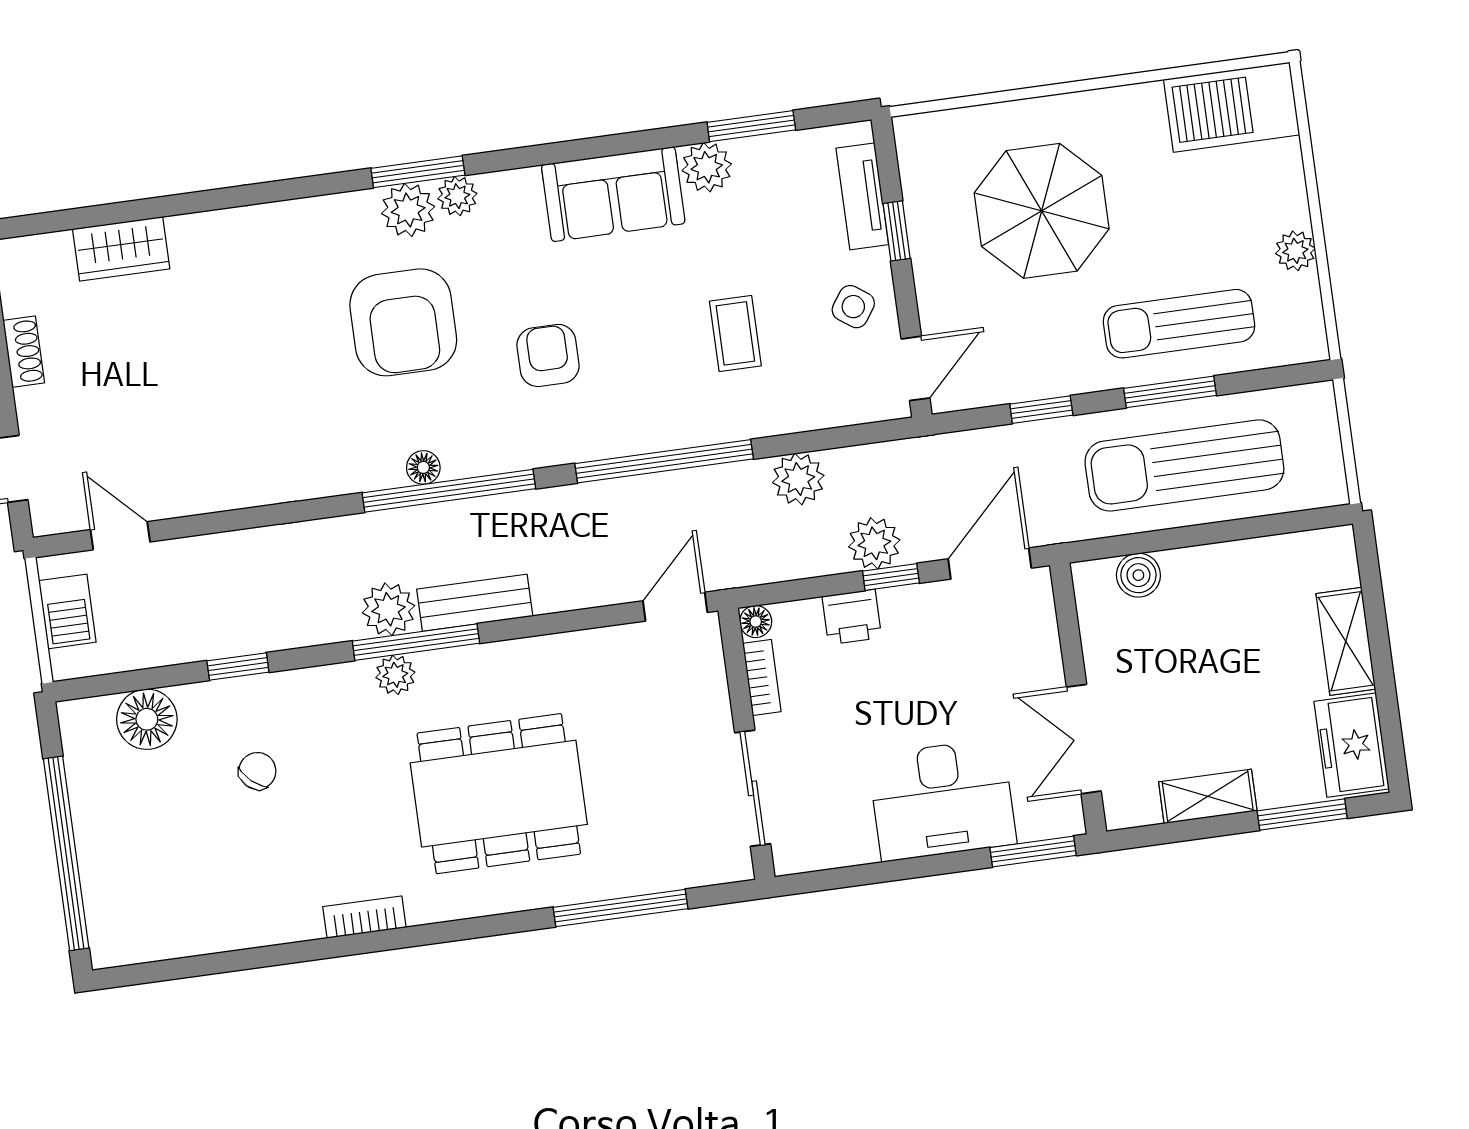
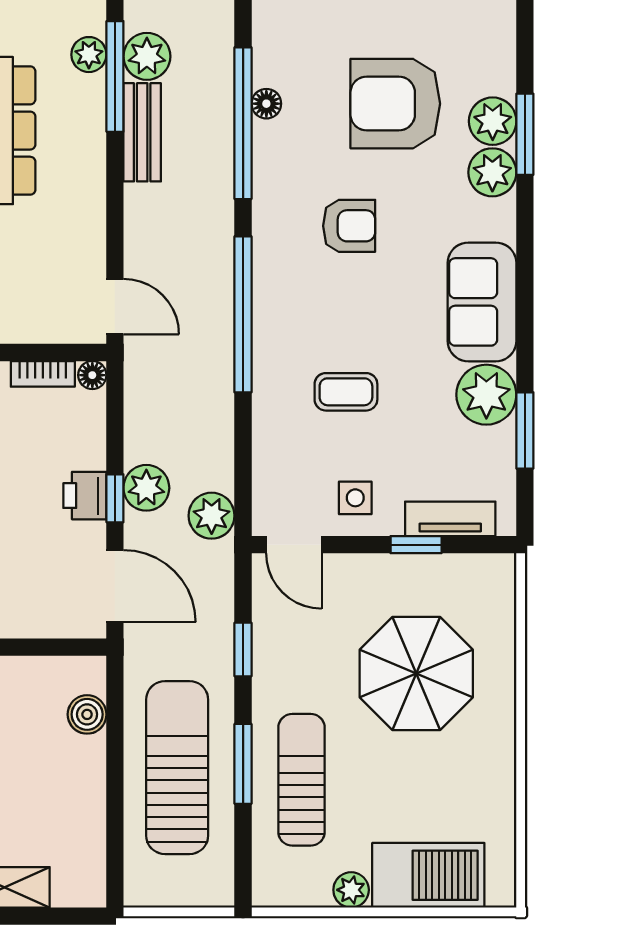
barbecue: (1232, 107) -> (428, 875), moved, turned 90
plant: (707, 167) -> (486, 395), width x1.36, depth x1.36
plant: (457, 196) -> (492, 172), width x1.38, depth x1.38
side table: (853, 307) -> (355, 498), turned -35
plant: (798, 479) -> (212, 516), moved
printer: (852, 617) -> (85, 496), moved

